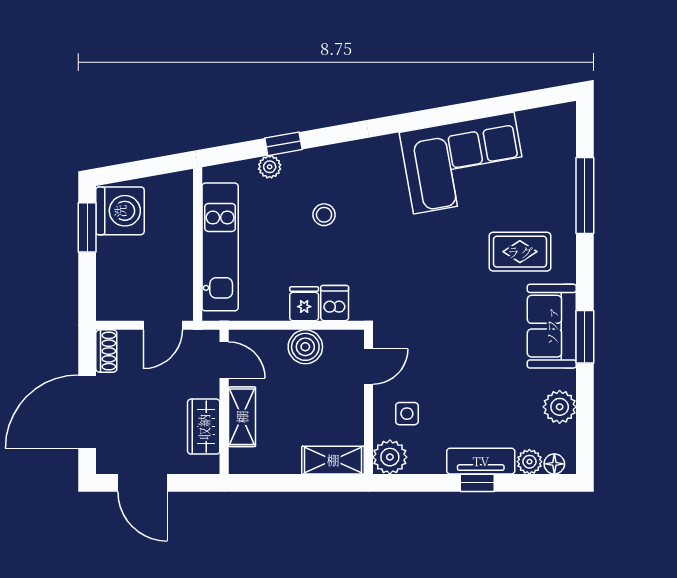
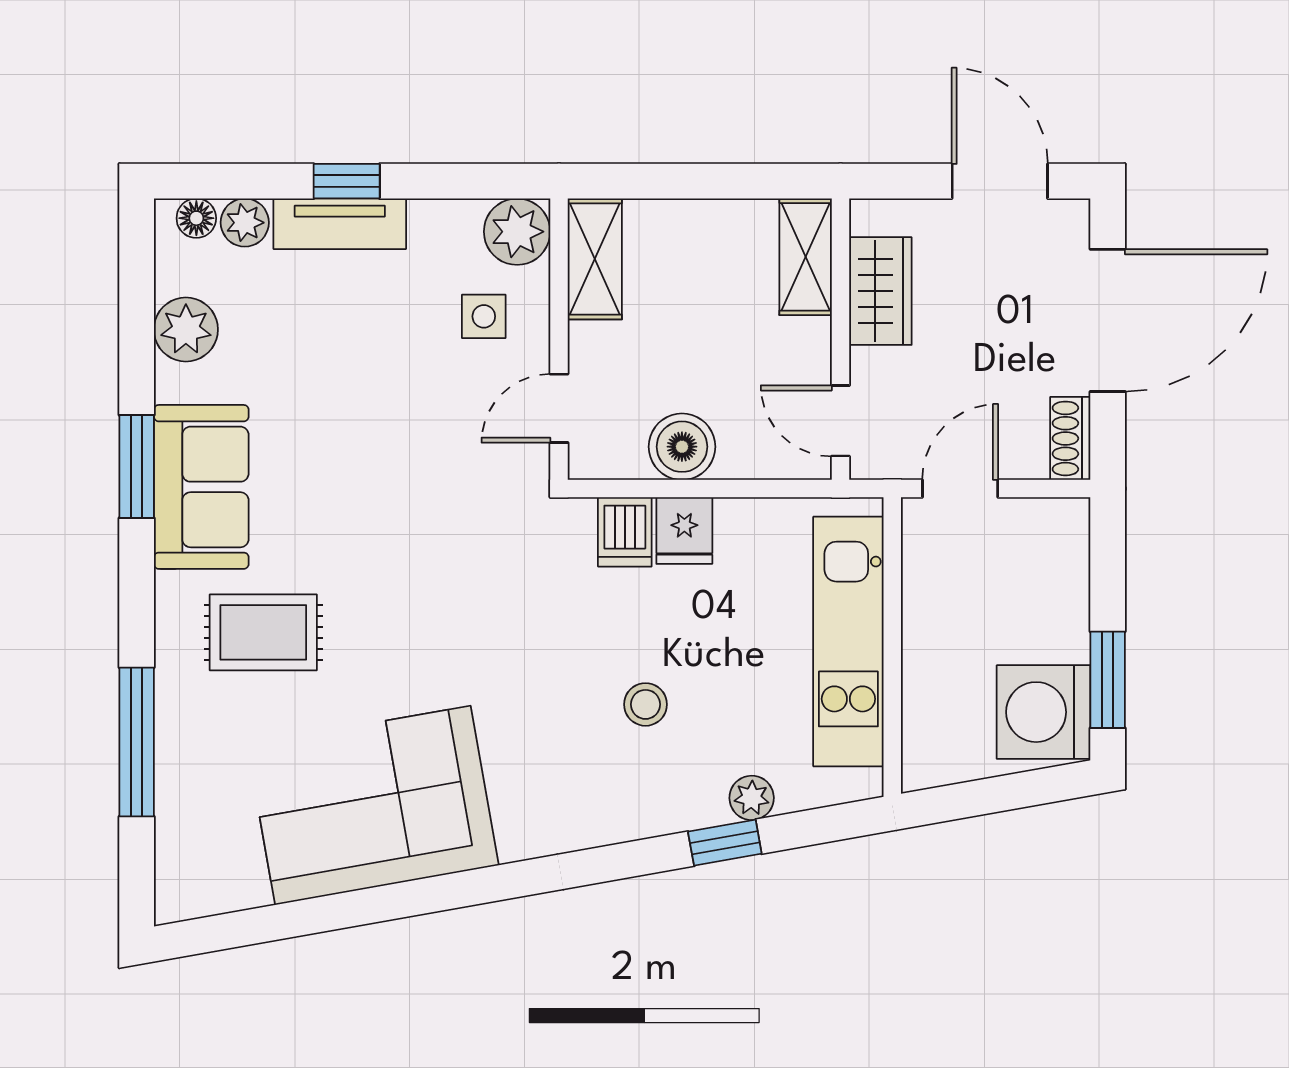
shelving: (242, 417) -> (806, 257), moved
shelving: (333, 460) -> (595, 259), moved, turned 90

